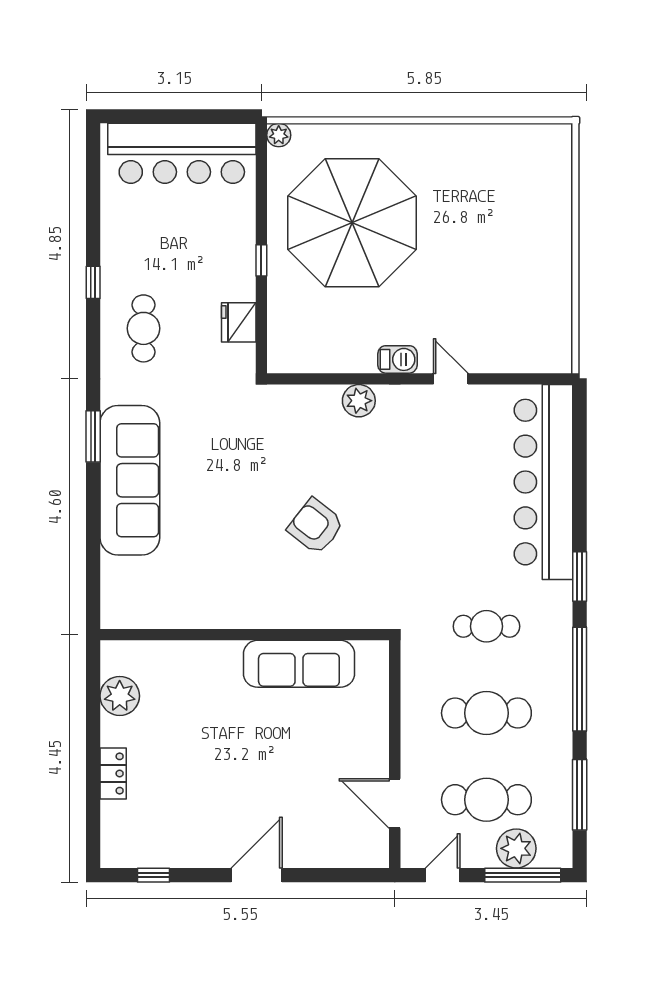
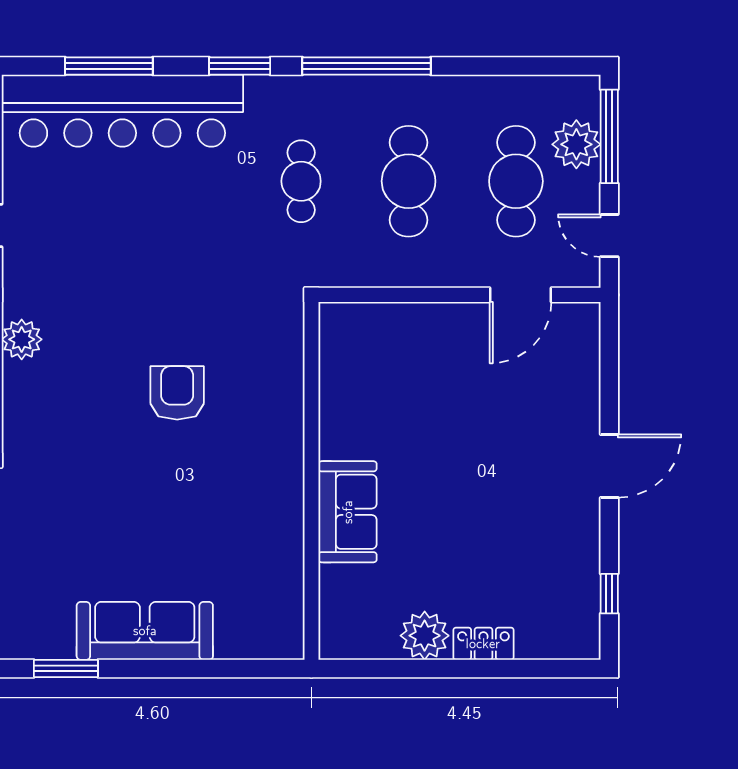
sofa: (130, 480) -> (145, 631), width x0.74, depth x0.79
armchair: (316, 526) -> (177, 393), turned 142
sofa: (299, 664) -> (348, 512), moved, width x0.73
plant: (120, 696) -> (425, 636), moved
window: (580, 795) -> (109, 66), moved
door: (257, 875) -> (609, 466), swing flipped

